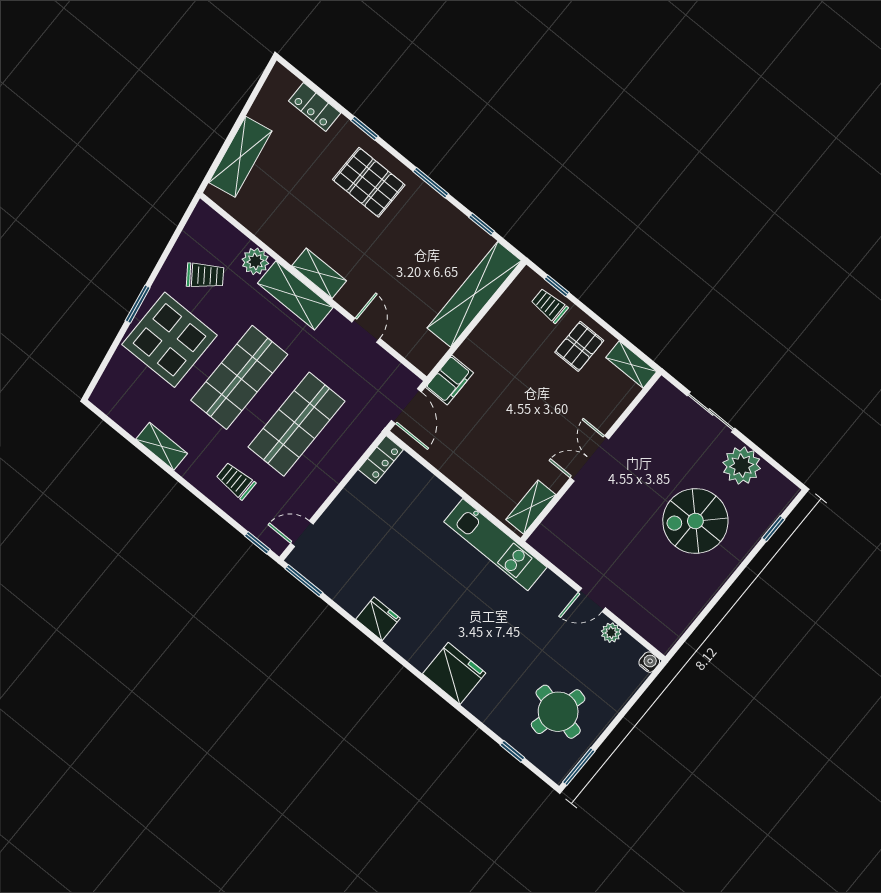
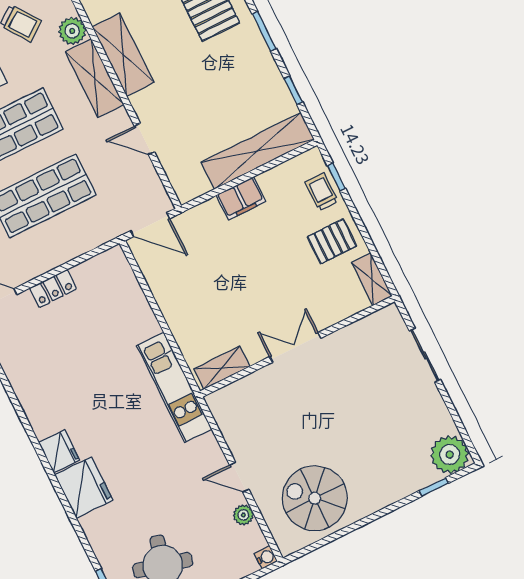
shelving: (319, 273) -> (123, 55), width x1.50, depth x1.33
door: (366, 330) -> (144, 139), swing flipped
filing cabinet: (449, 380) -> (241, 198), moved
door: (406, 406) -> (150, 225), hinge flipped
locker: (381, 460) -> (53, 289), moved
plant: (742, 466) -> (450, 455), moved
spiral stairs: (695, 521) -> (315, 498), moved
fridge: (378, 619) -> (59, 451), moved

